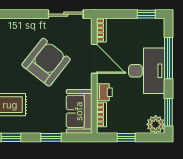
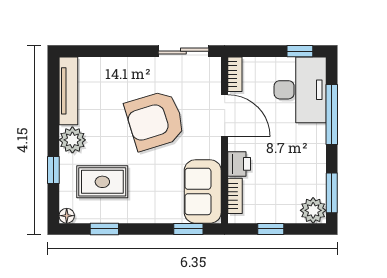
armchair: (46, 62) -> (155, 120), turned -145
desk: (147, 71) -> (300, 90), moved
window: (51, 137) -> (188, 229), moved

